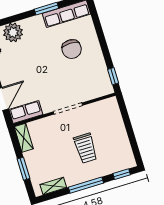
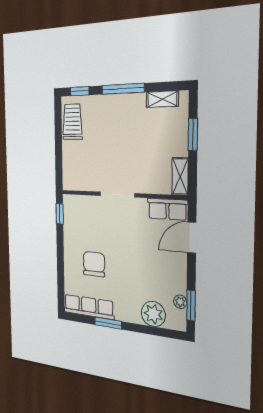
trolley: (86, 148) -> (72, 122), moved

